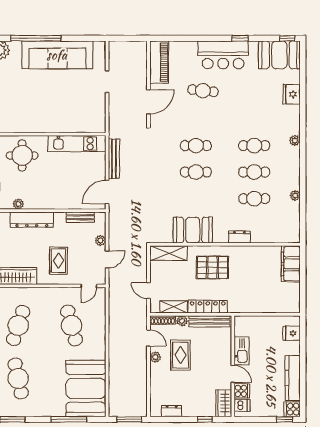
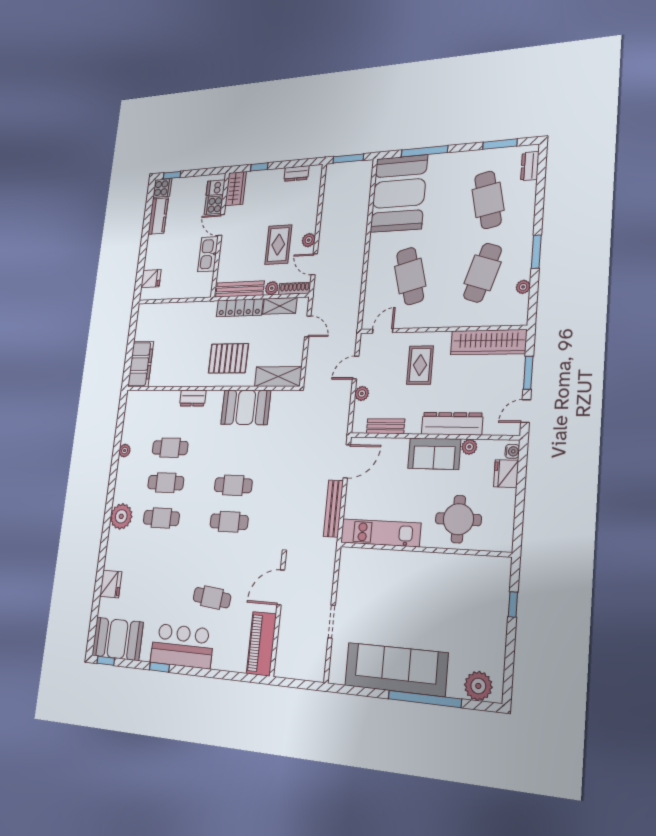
plant: (295, 140) -> (121, 516), width x1.87, depth x1.87
sofa: (43, 199) -> (434, 454), added
kitchen counter: (293, 378) -> (158, 216), width x0.67

